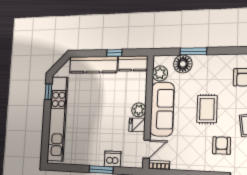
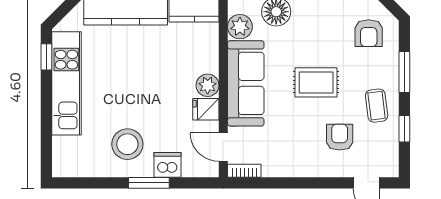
rug: (207, 109) -> (316, 82), turned 90
kitchen unit: (57, 119) -> (66, 83), width x0.73
stool: (90, 145) -> (127, 144), added
door: (147, 149) -> (223, 147), swing flipped

